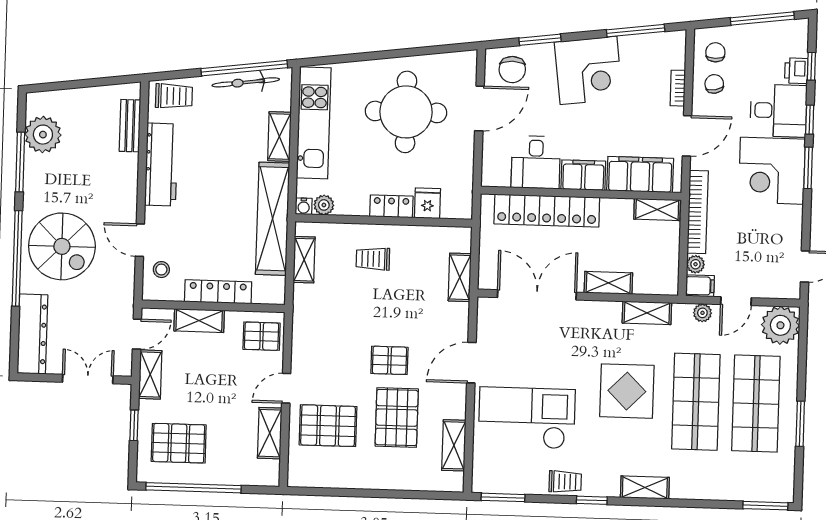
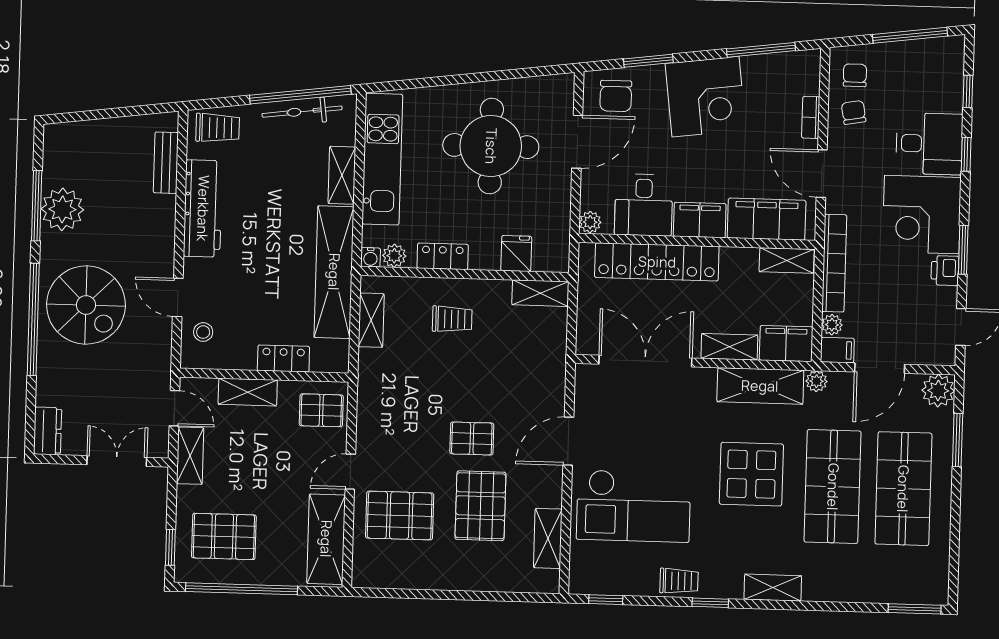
printer: (796, 71) -> (945, 271), moved
plant: (43, 135) -> (62, 209), moved
door: (687, 136) -> (822, 174), swing flipped
window: (808, 168) -> (963, 250), moved
plant: (490, 177) -> (590, 222), added
locker: (391, 206) -> (443, 256), moved
trolley: (373, 259) -> (452, 319), turned 180
shelving: (460, 277) -> (540, 293), moved, turned 90
filing cabinet: (657, 280) -> (786, 344), added
locker: (218, 292) -> (283, 358), width x0.66
door: (736, 301) -> (880, 368), width x1.38
shelving: (647, 313) -> (760, 386), width x1.50, depth x1.33
plant: (702, 313) -> (817, 381), moved
plant: (780, 325) -> (938, 391), width x0.73, depth x0.73
dresser: (32, 334) -> (48, 431), width x0.51, depth x0.80
door: (137, 334) -> (174, 408), hinge flipped
checkout: (527, 418) -> (634, 506), turned 180
window: (800, 424) -> (958, 440), moved
window: (134, 425) -> (170, 547), moved
shelving: (270, 433) -> (326, 539), width x1.50, depth x1.33
window: (503, 497) -> (606, 600), width x0.67

